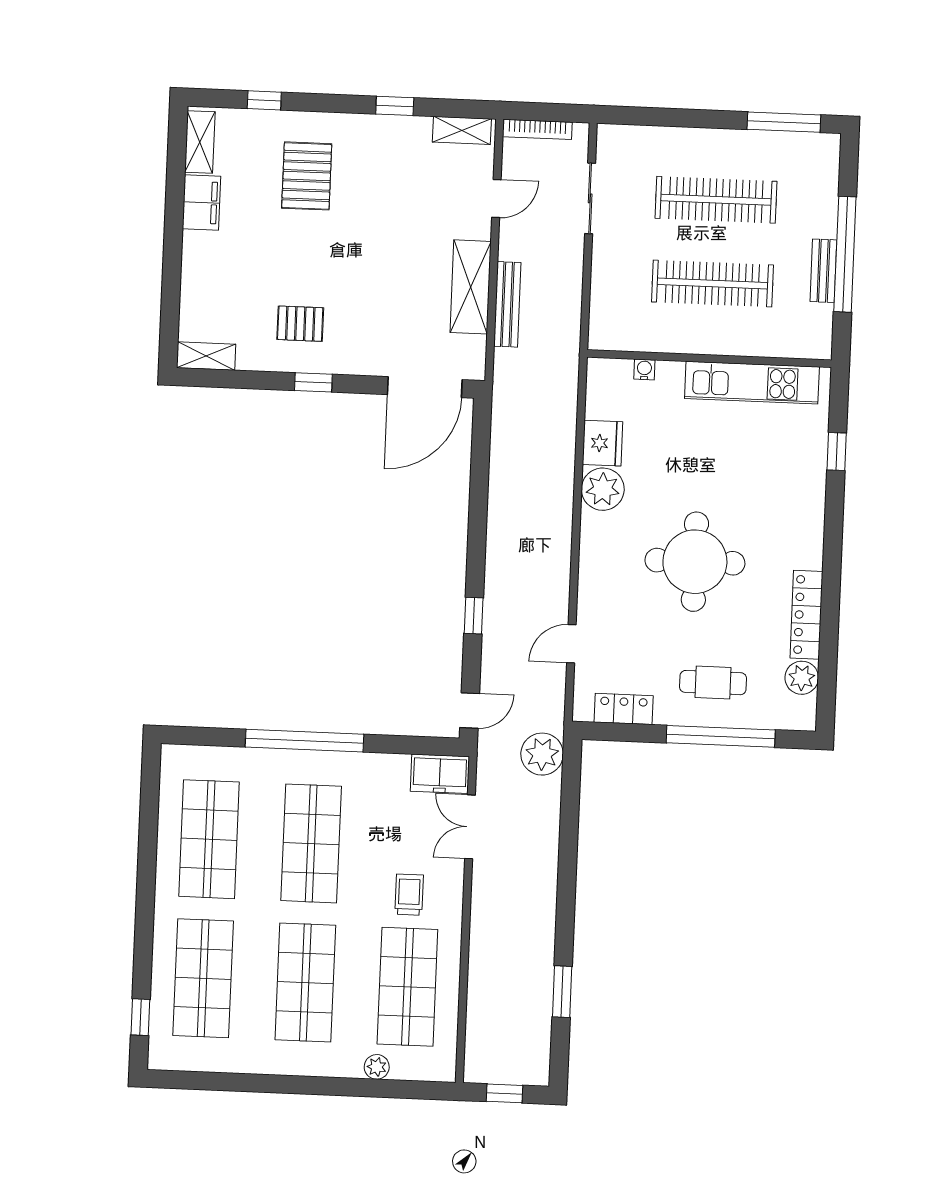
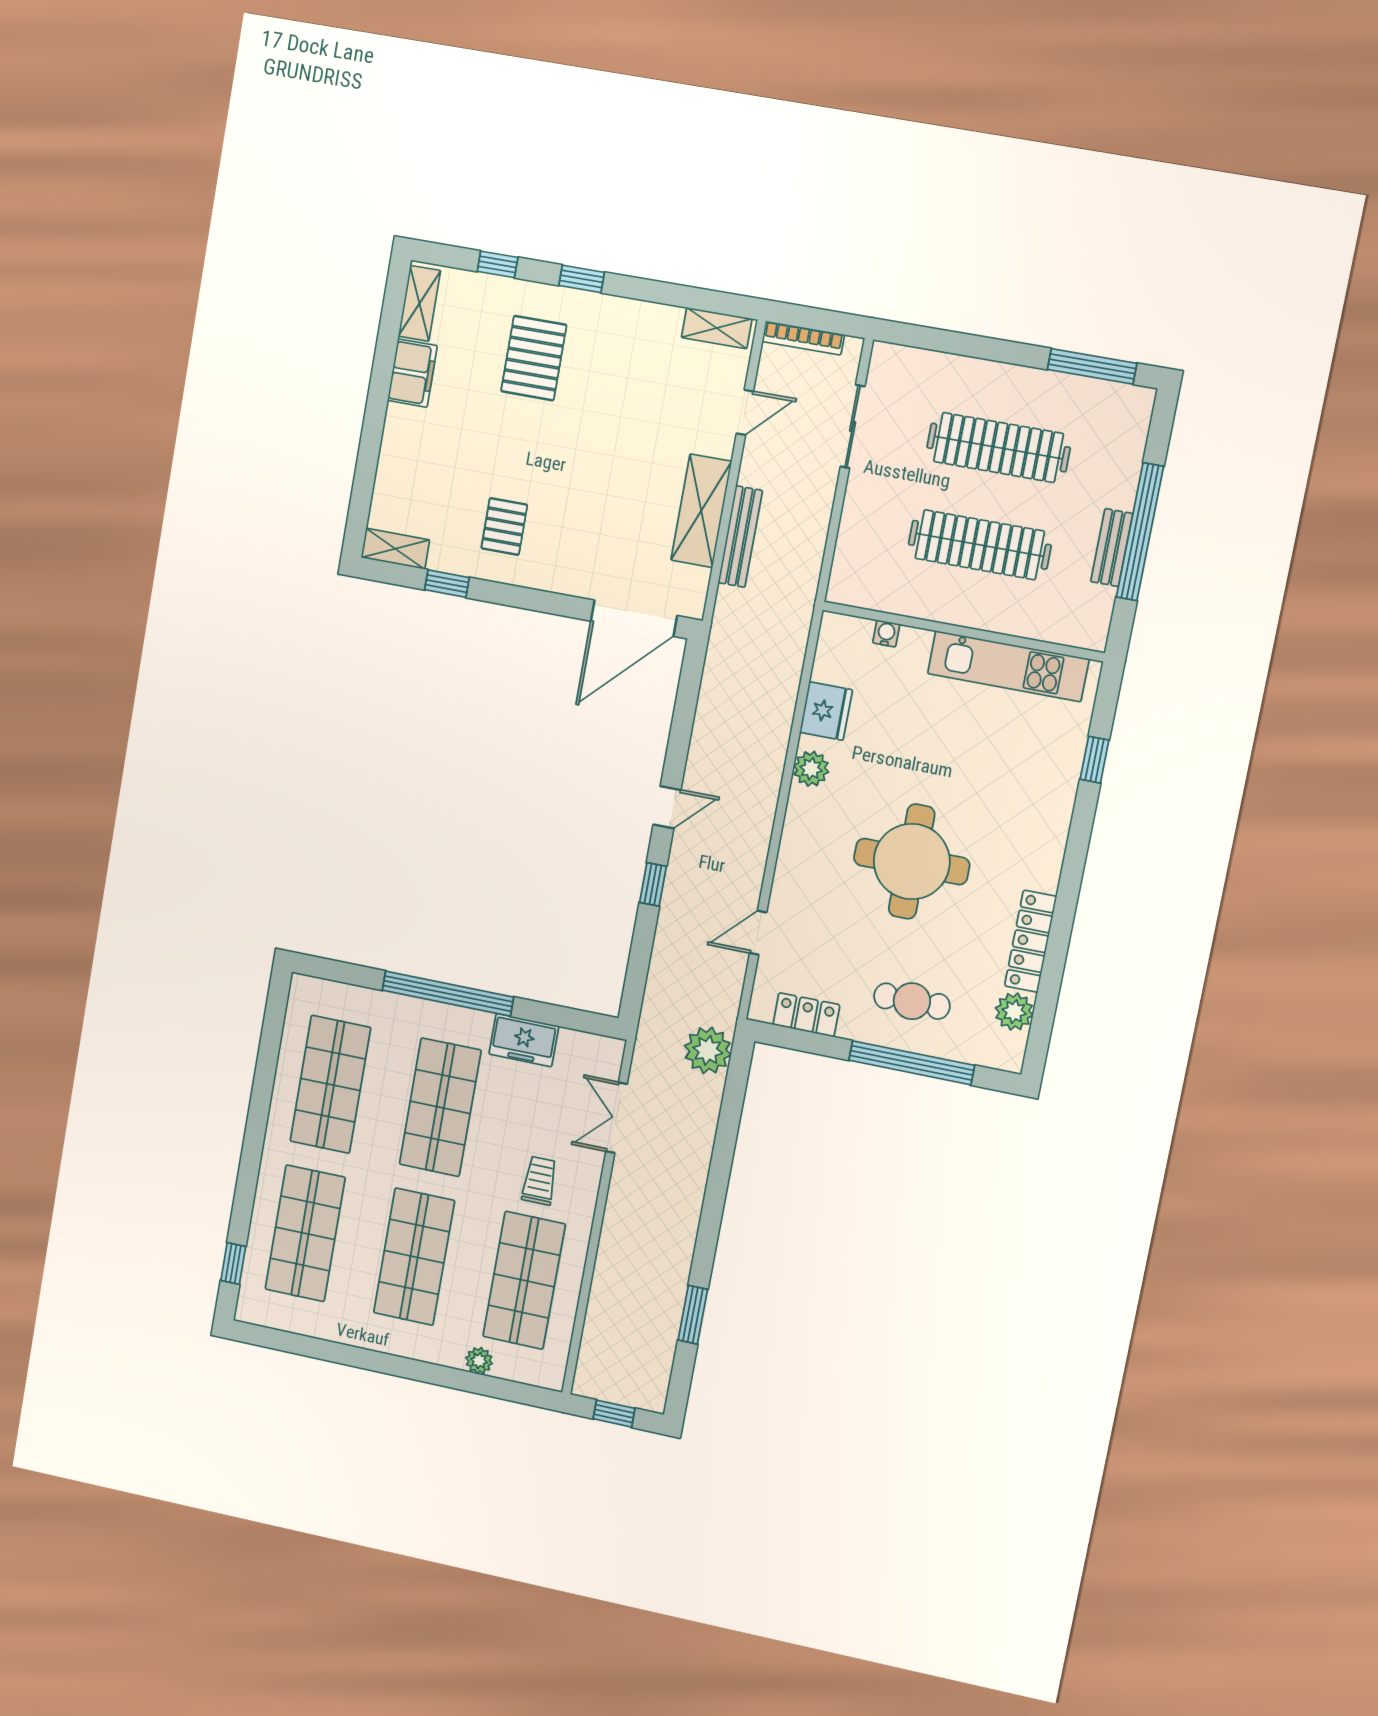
window: (395, 106) -> (582, 279), moved
pallet: (300, 324) -> (504, 527), turned 90
window: (313, 382) -> (447, 584), moved
plant: (603, 489) -> (811, 769), width x0.73, depth x0.73
door: (470, 711) -> (667, 807), moved
freezer: (440, 774) -> (524, 1040), moved

